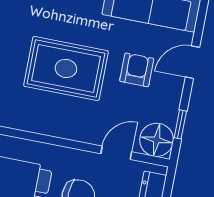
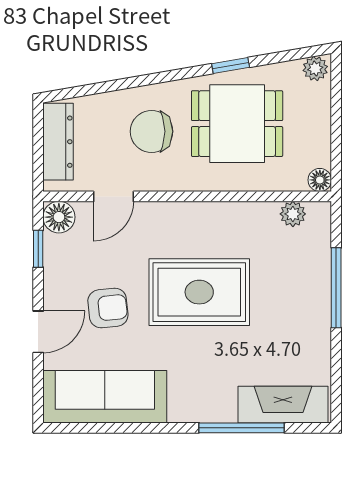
armchair: (137, 70) -> (108, 308), turned -96
floor lamp: (157, 140) -> (59, 217), width x0.73, depth x0.73

